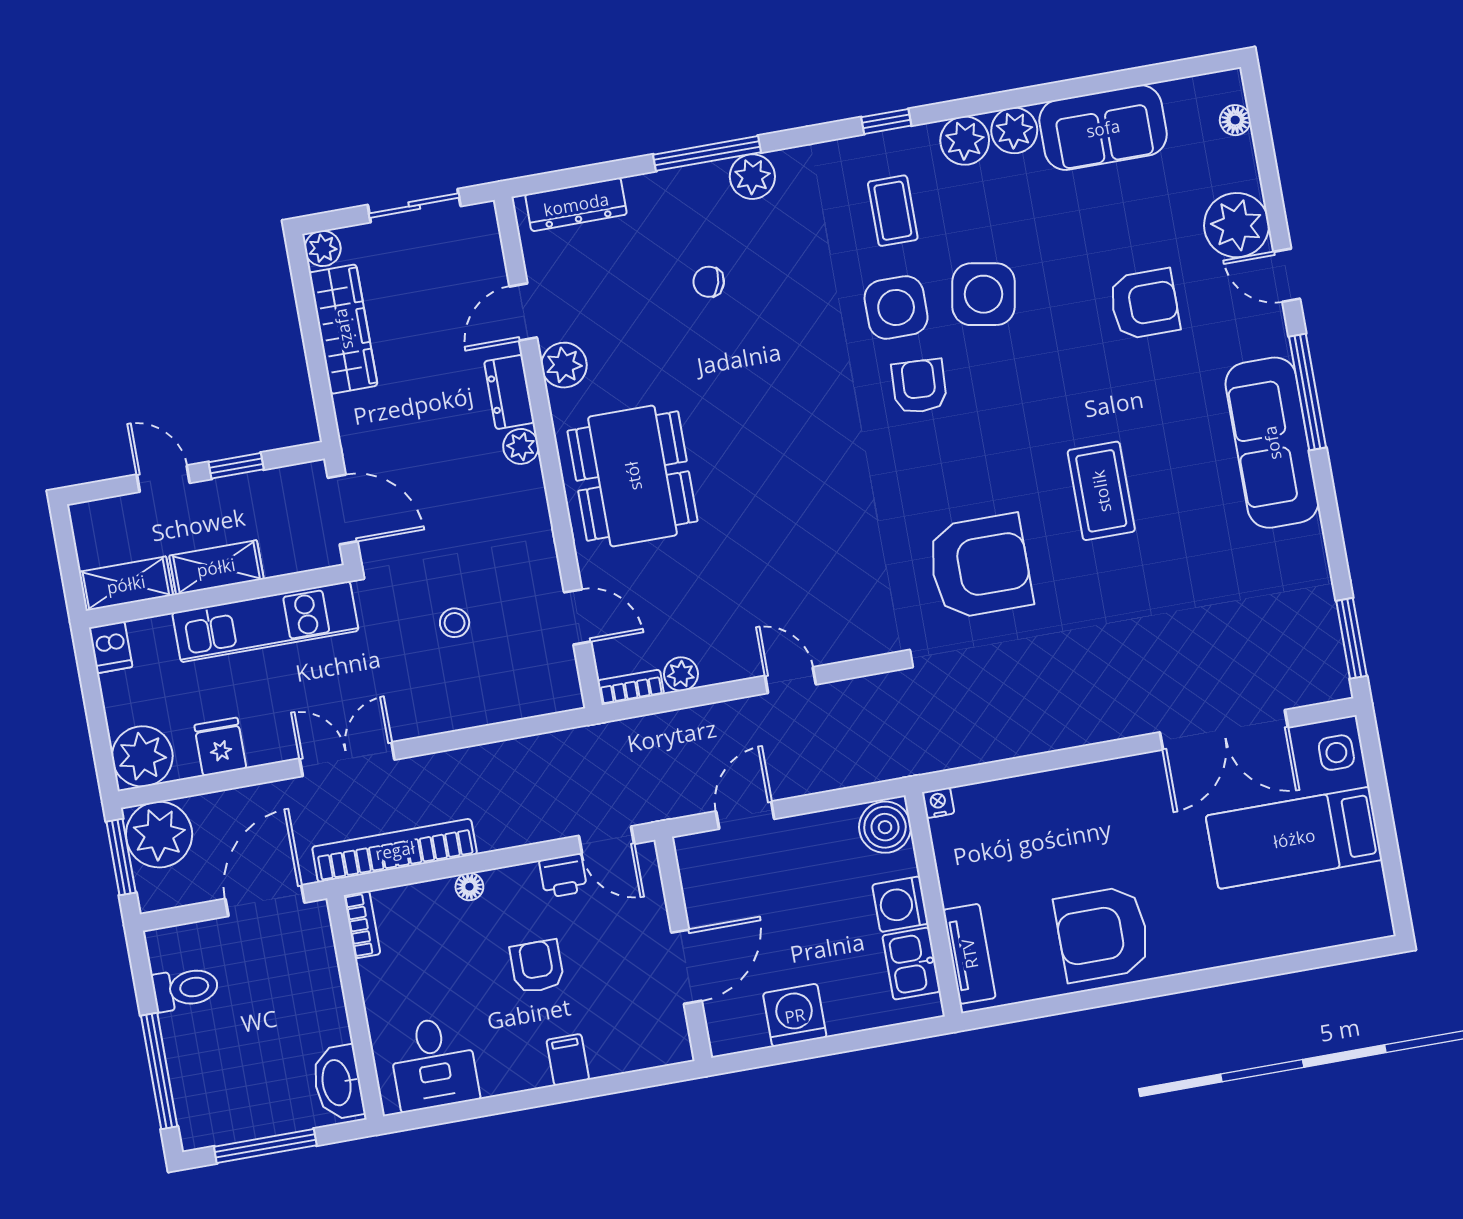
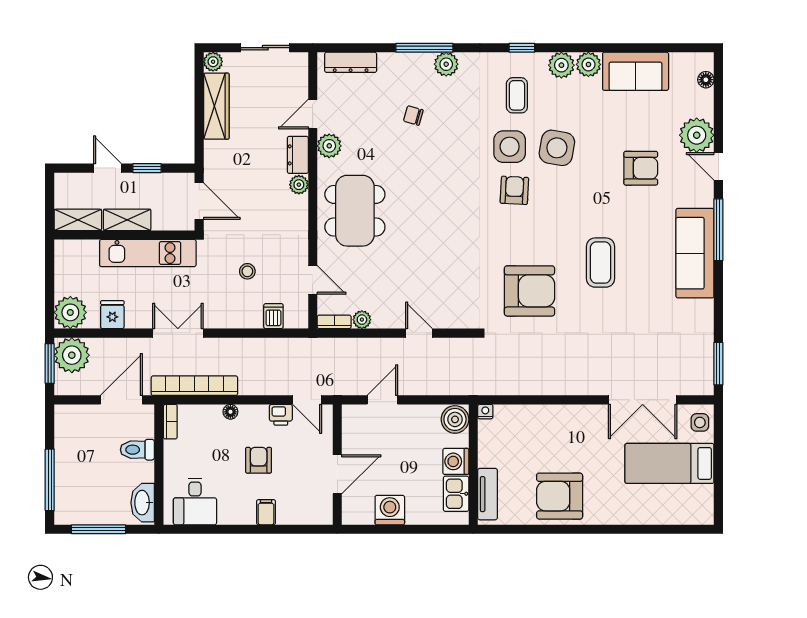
dishwasher: (111, 647) -> (273, 316), moved, turned 180
toilet: (185, 989) -> (137, 450), moved, turned 180

